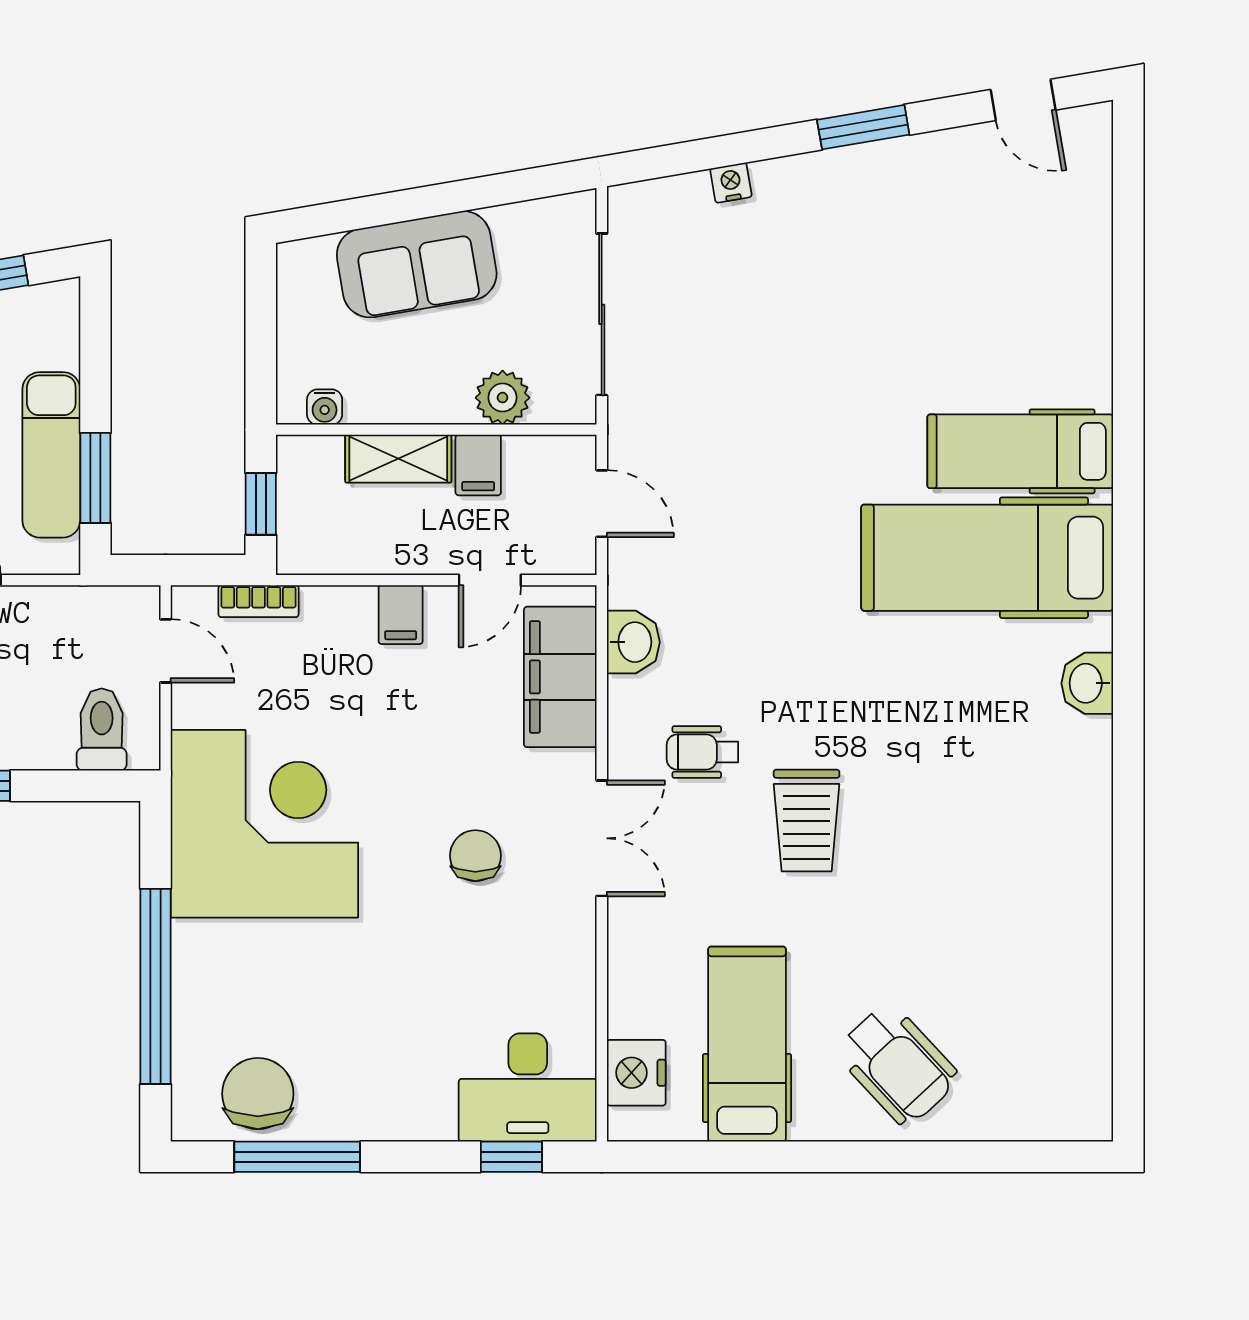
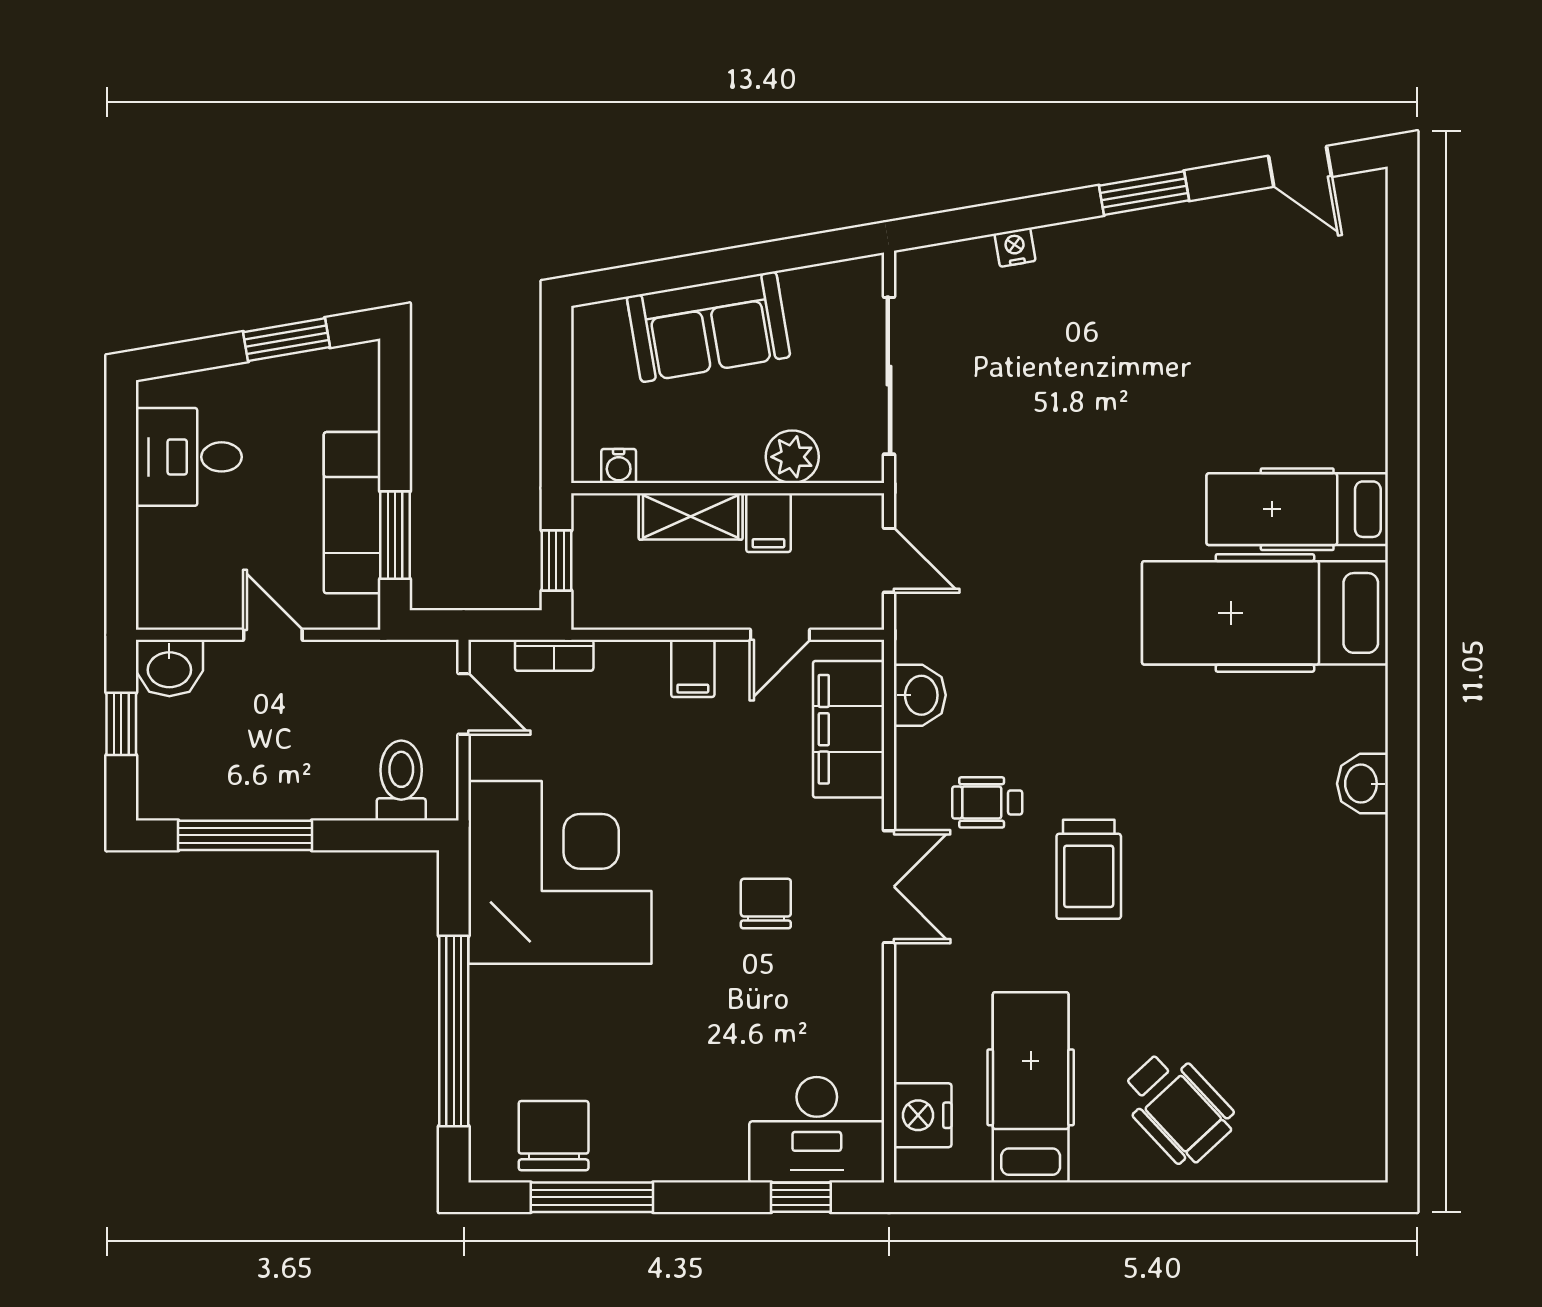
washbasin: (1087, 683) -> (1362, 784), moved

